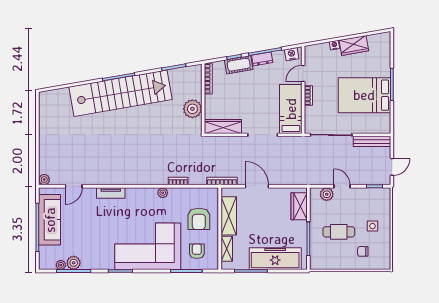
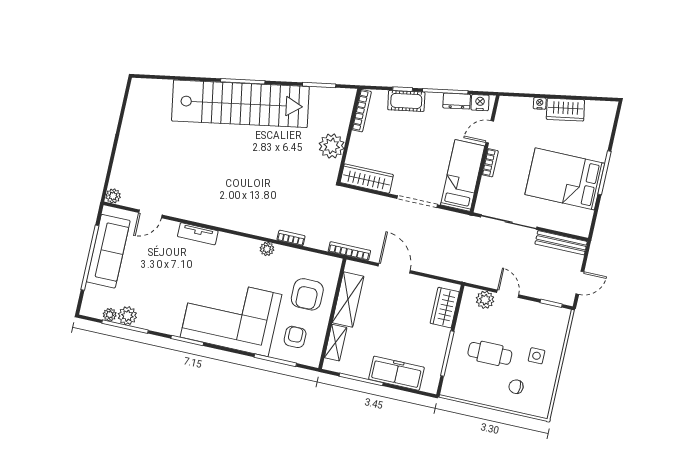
dresser: (262, 59) -> (457, 101), moved
freezer: (275, 259) -> (396, 373), width x0.73, depth x0.79

